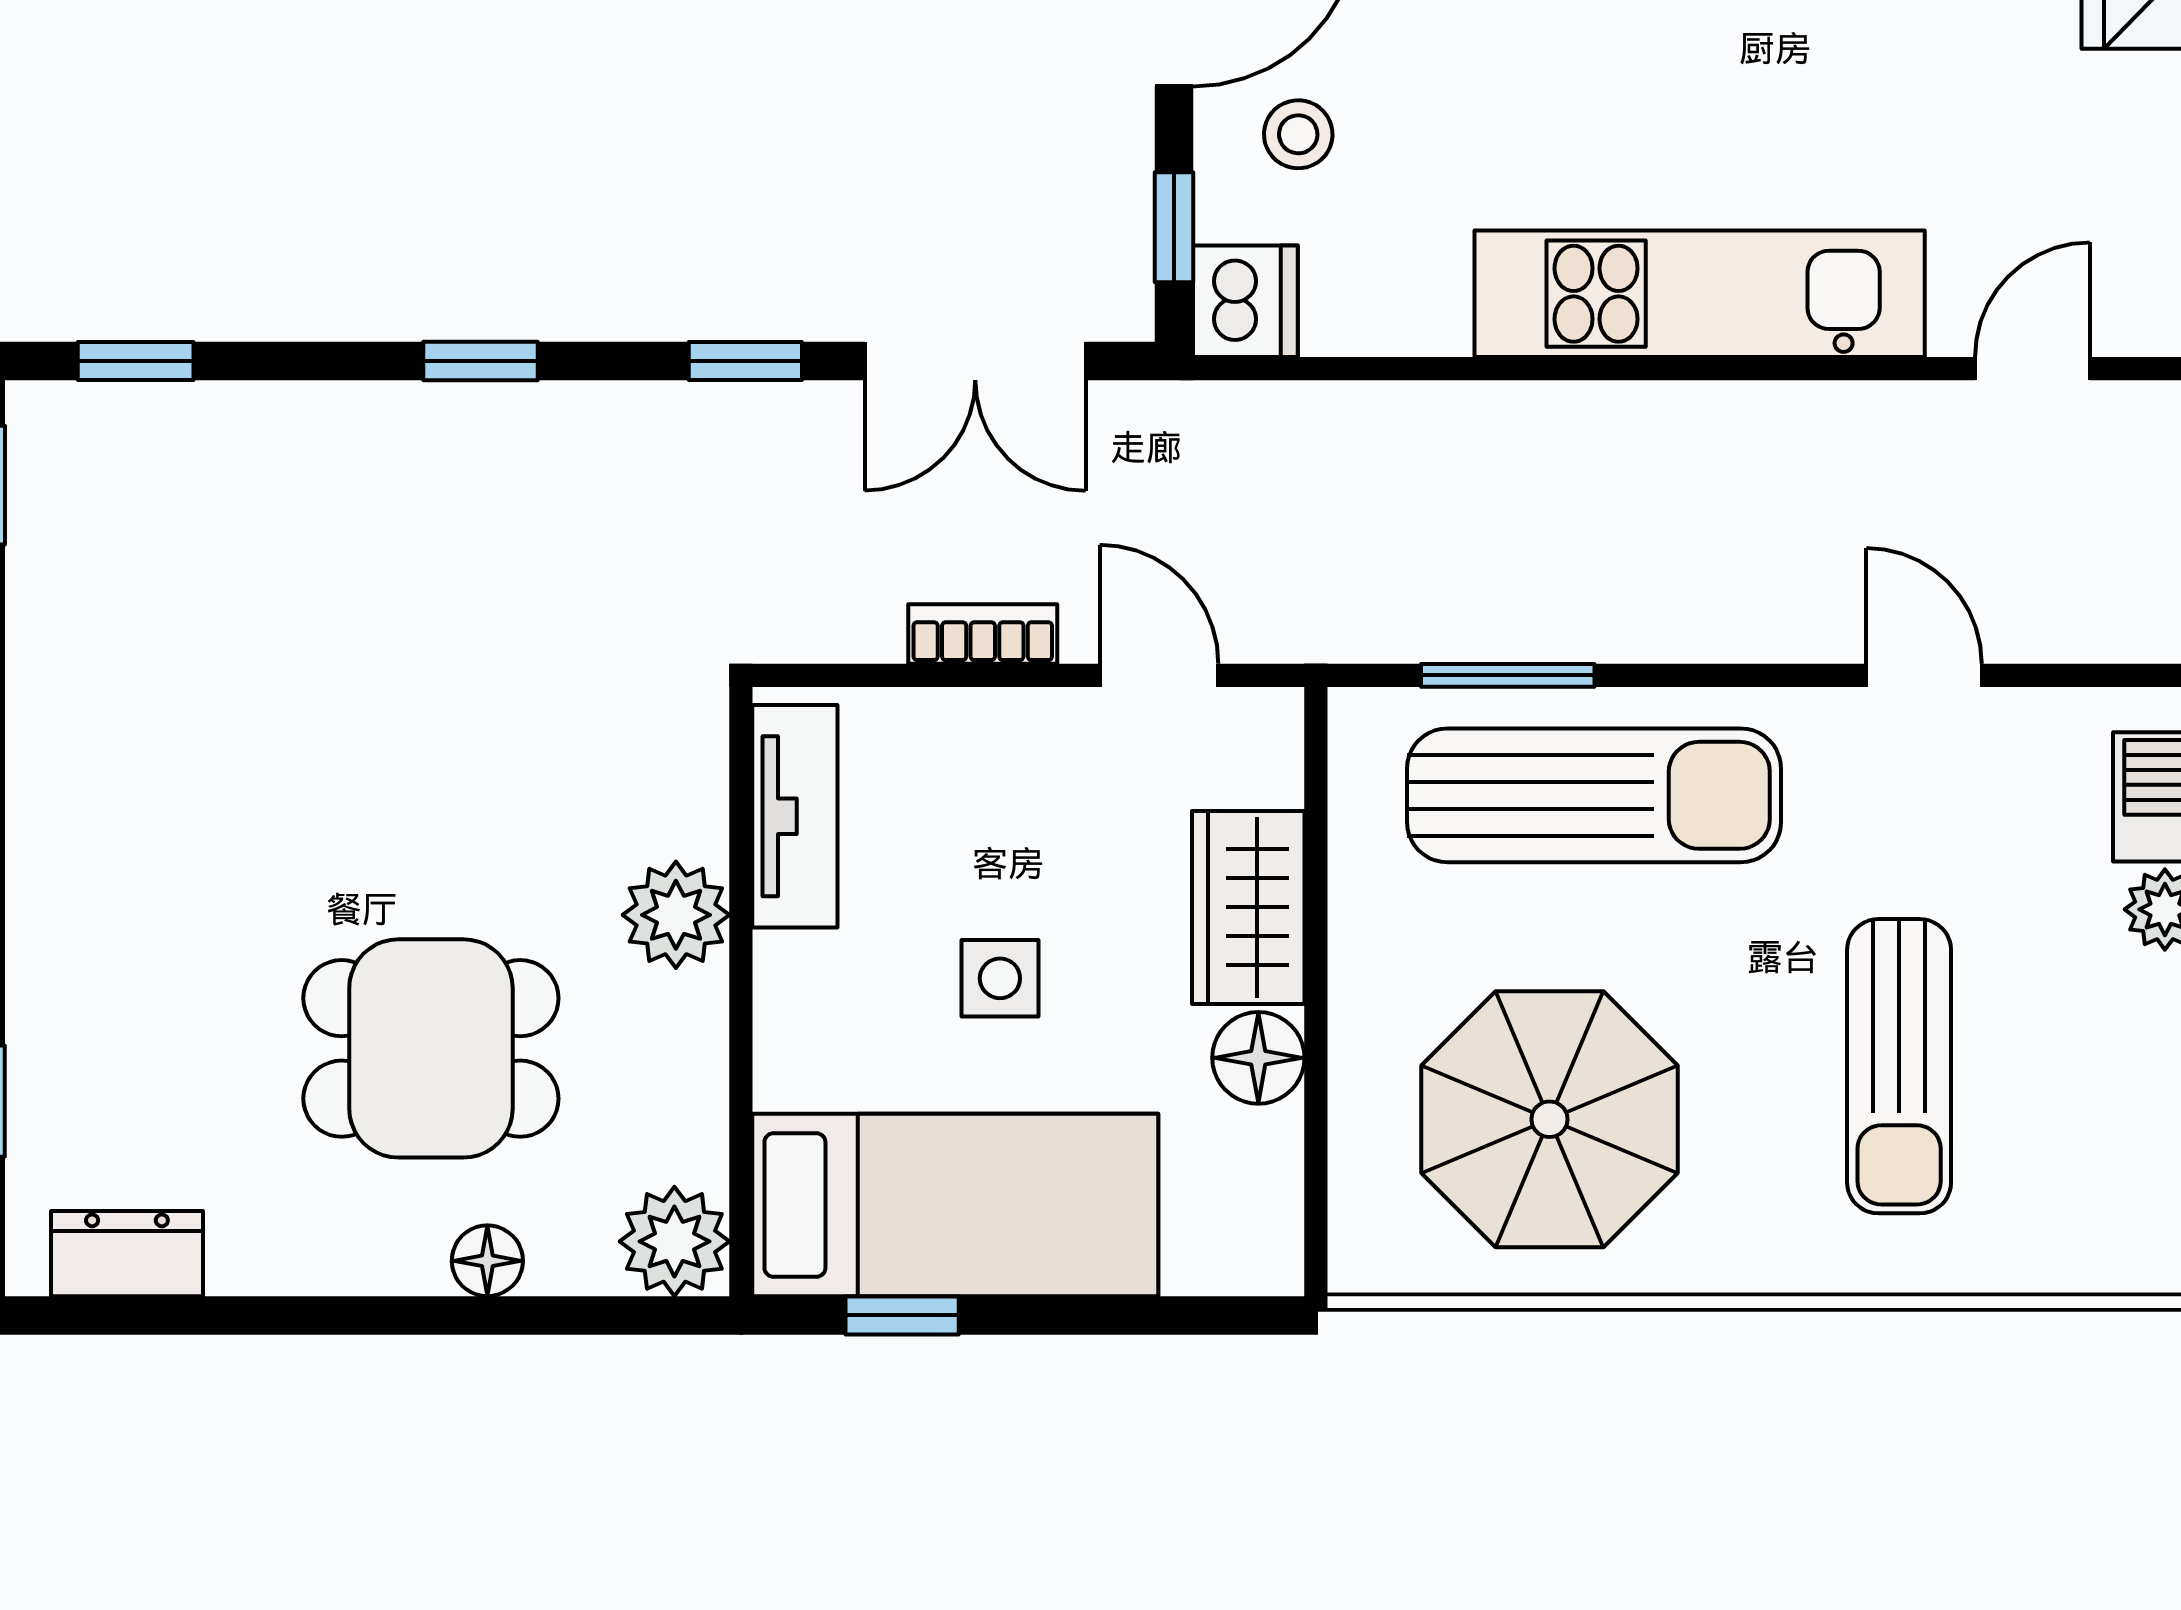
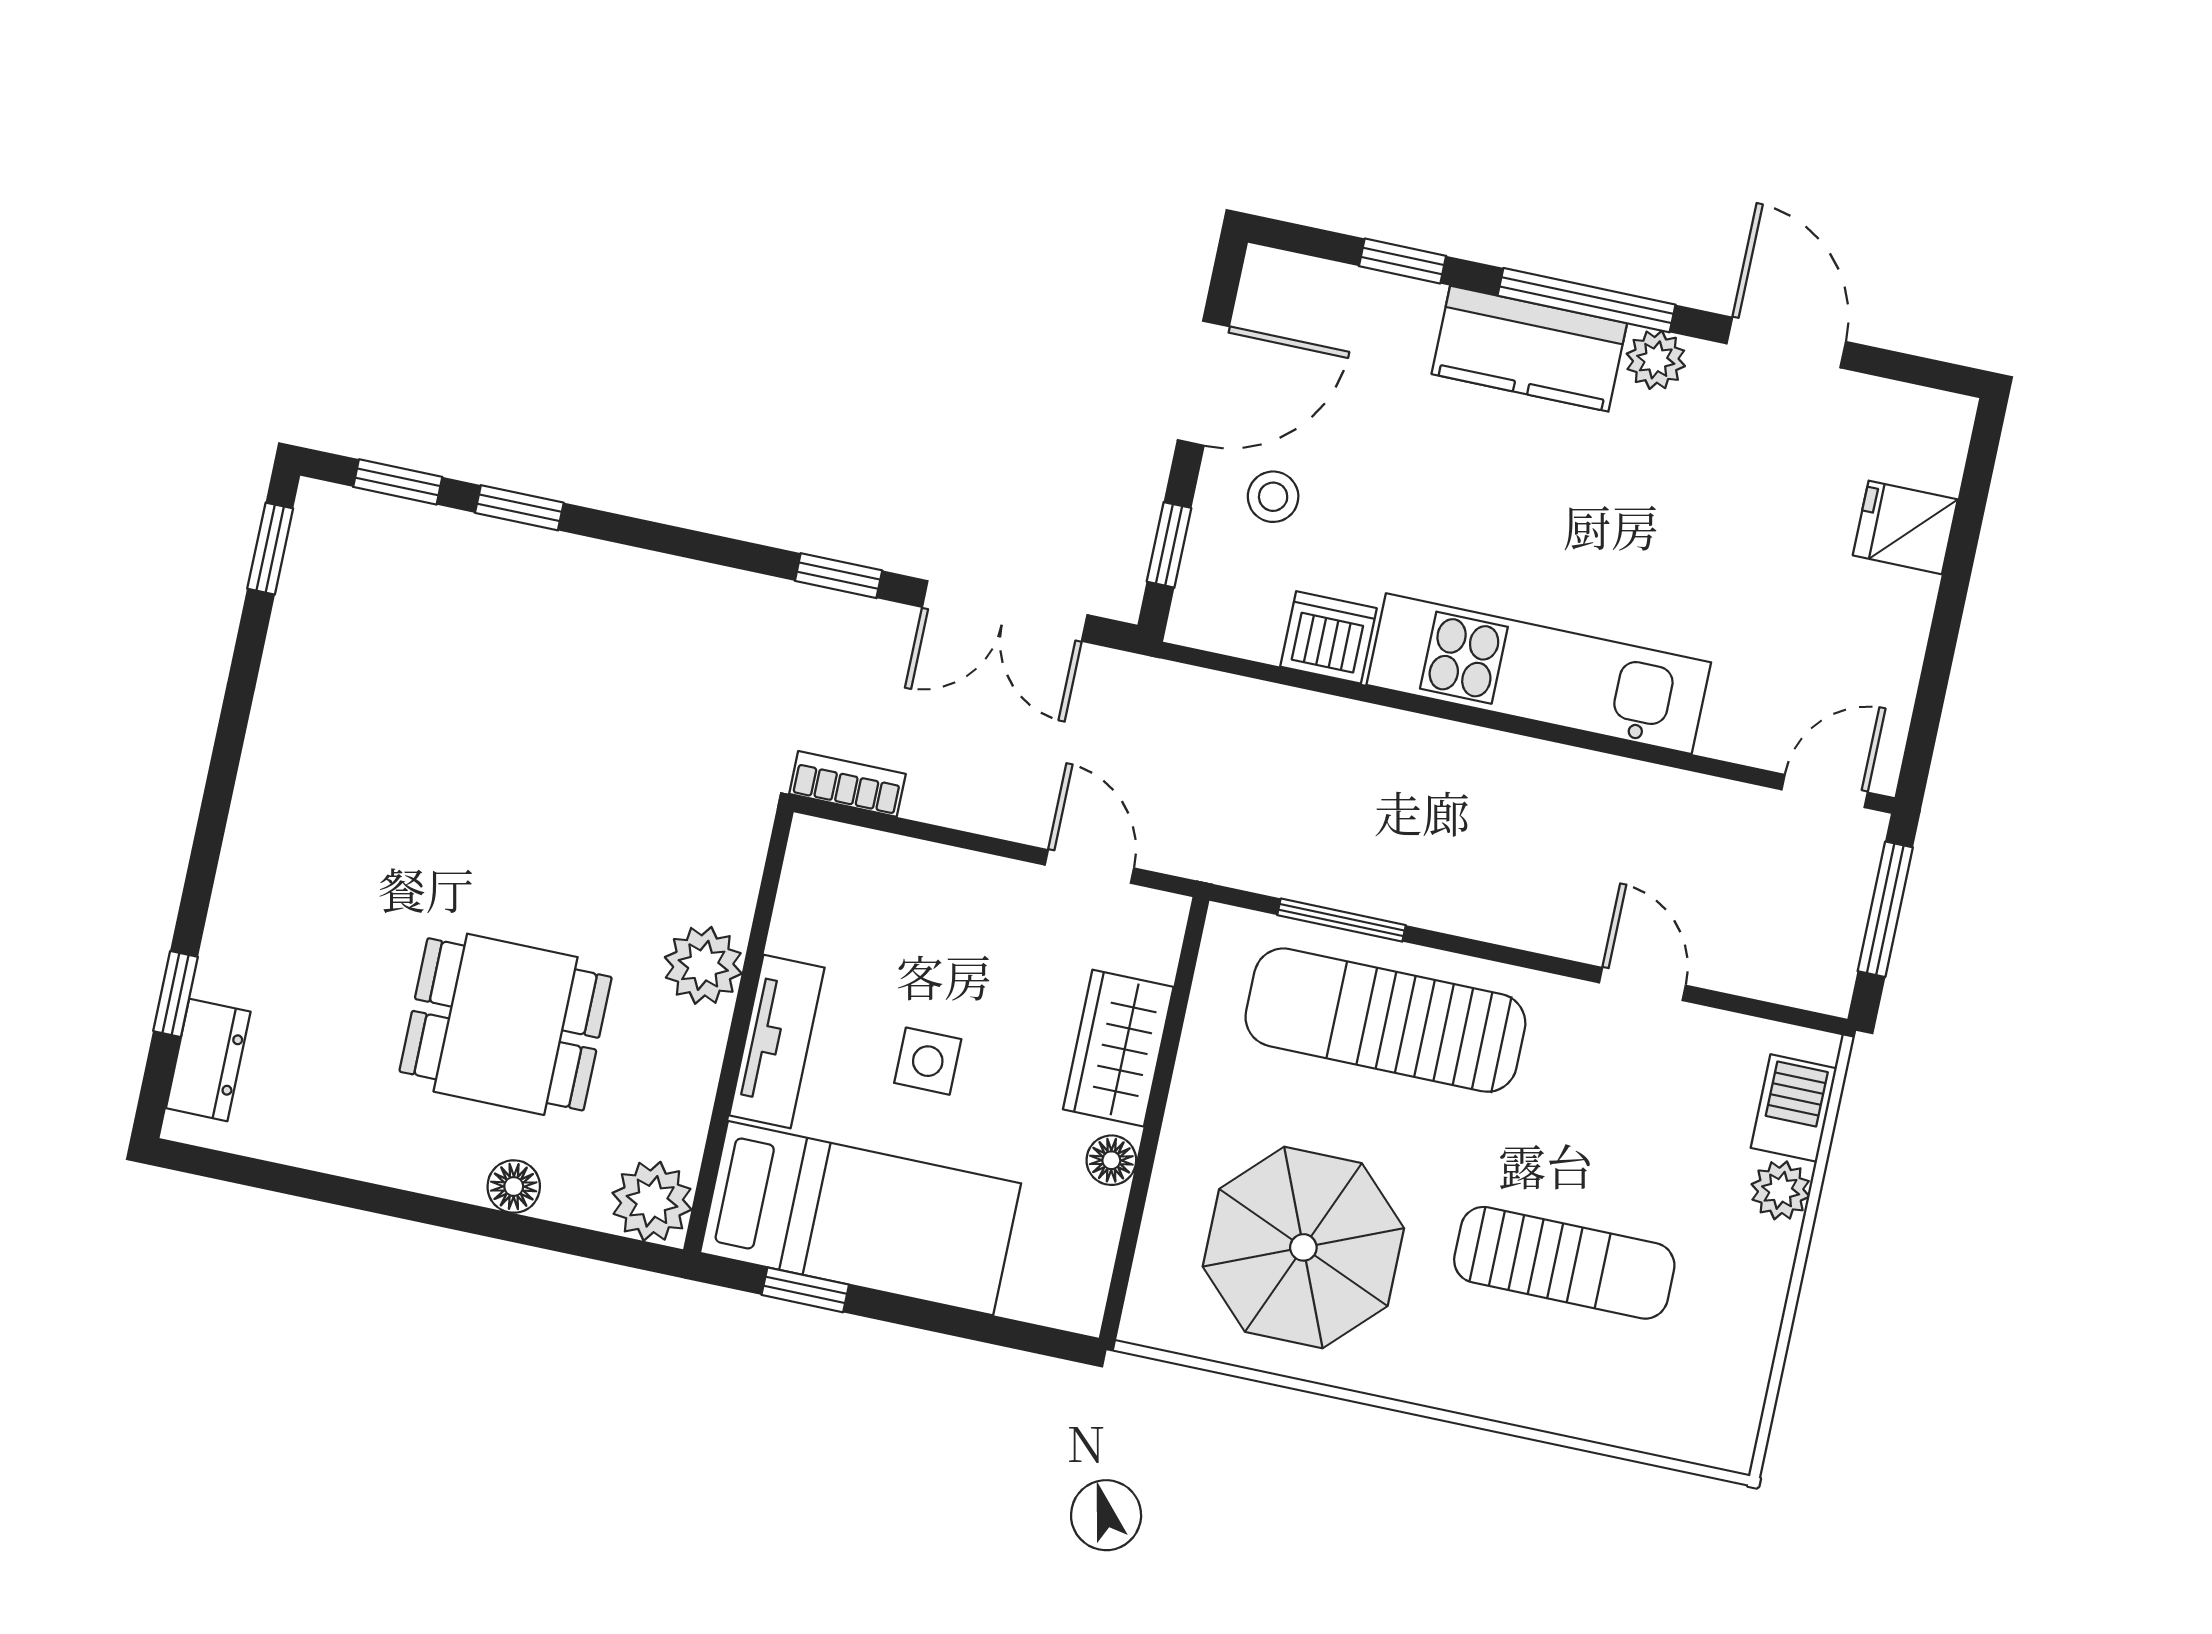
dishwasher: (1245, 301) -> (1328, 637), moved, turned -90
window: (480, 361) -> (519, 508), moved
door: (2033, 369) -> (1825, 791), moved
bookcase: (983, 634) -> (847, 784), moved
sun lounger: (1594, 795) -> (1385, 1020), turned 180
tv unit: (795, 816) -> (777, 1041), moved
floor lamp: (1258, 1058) -> (1111, 1160), width x0.73, depth x0.73
sun lounger: (1899, 1066) -> (1564, 1263), turned -90
dresser: (127, 1254) -> (208, 1060), moved, turned 90

